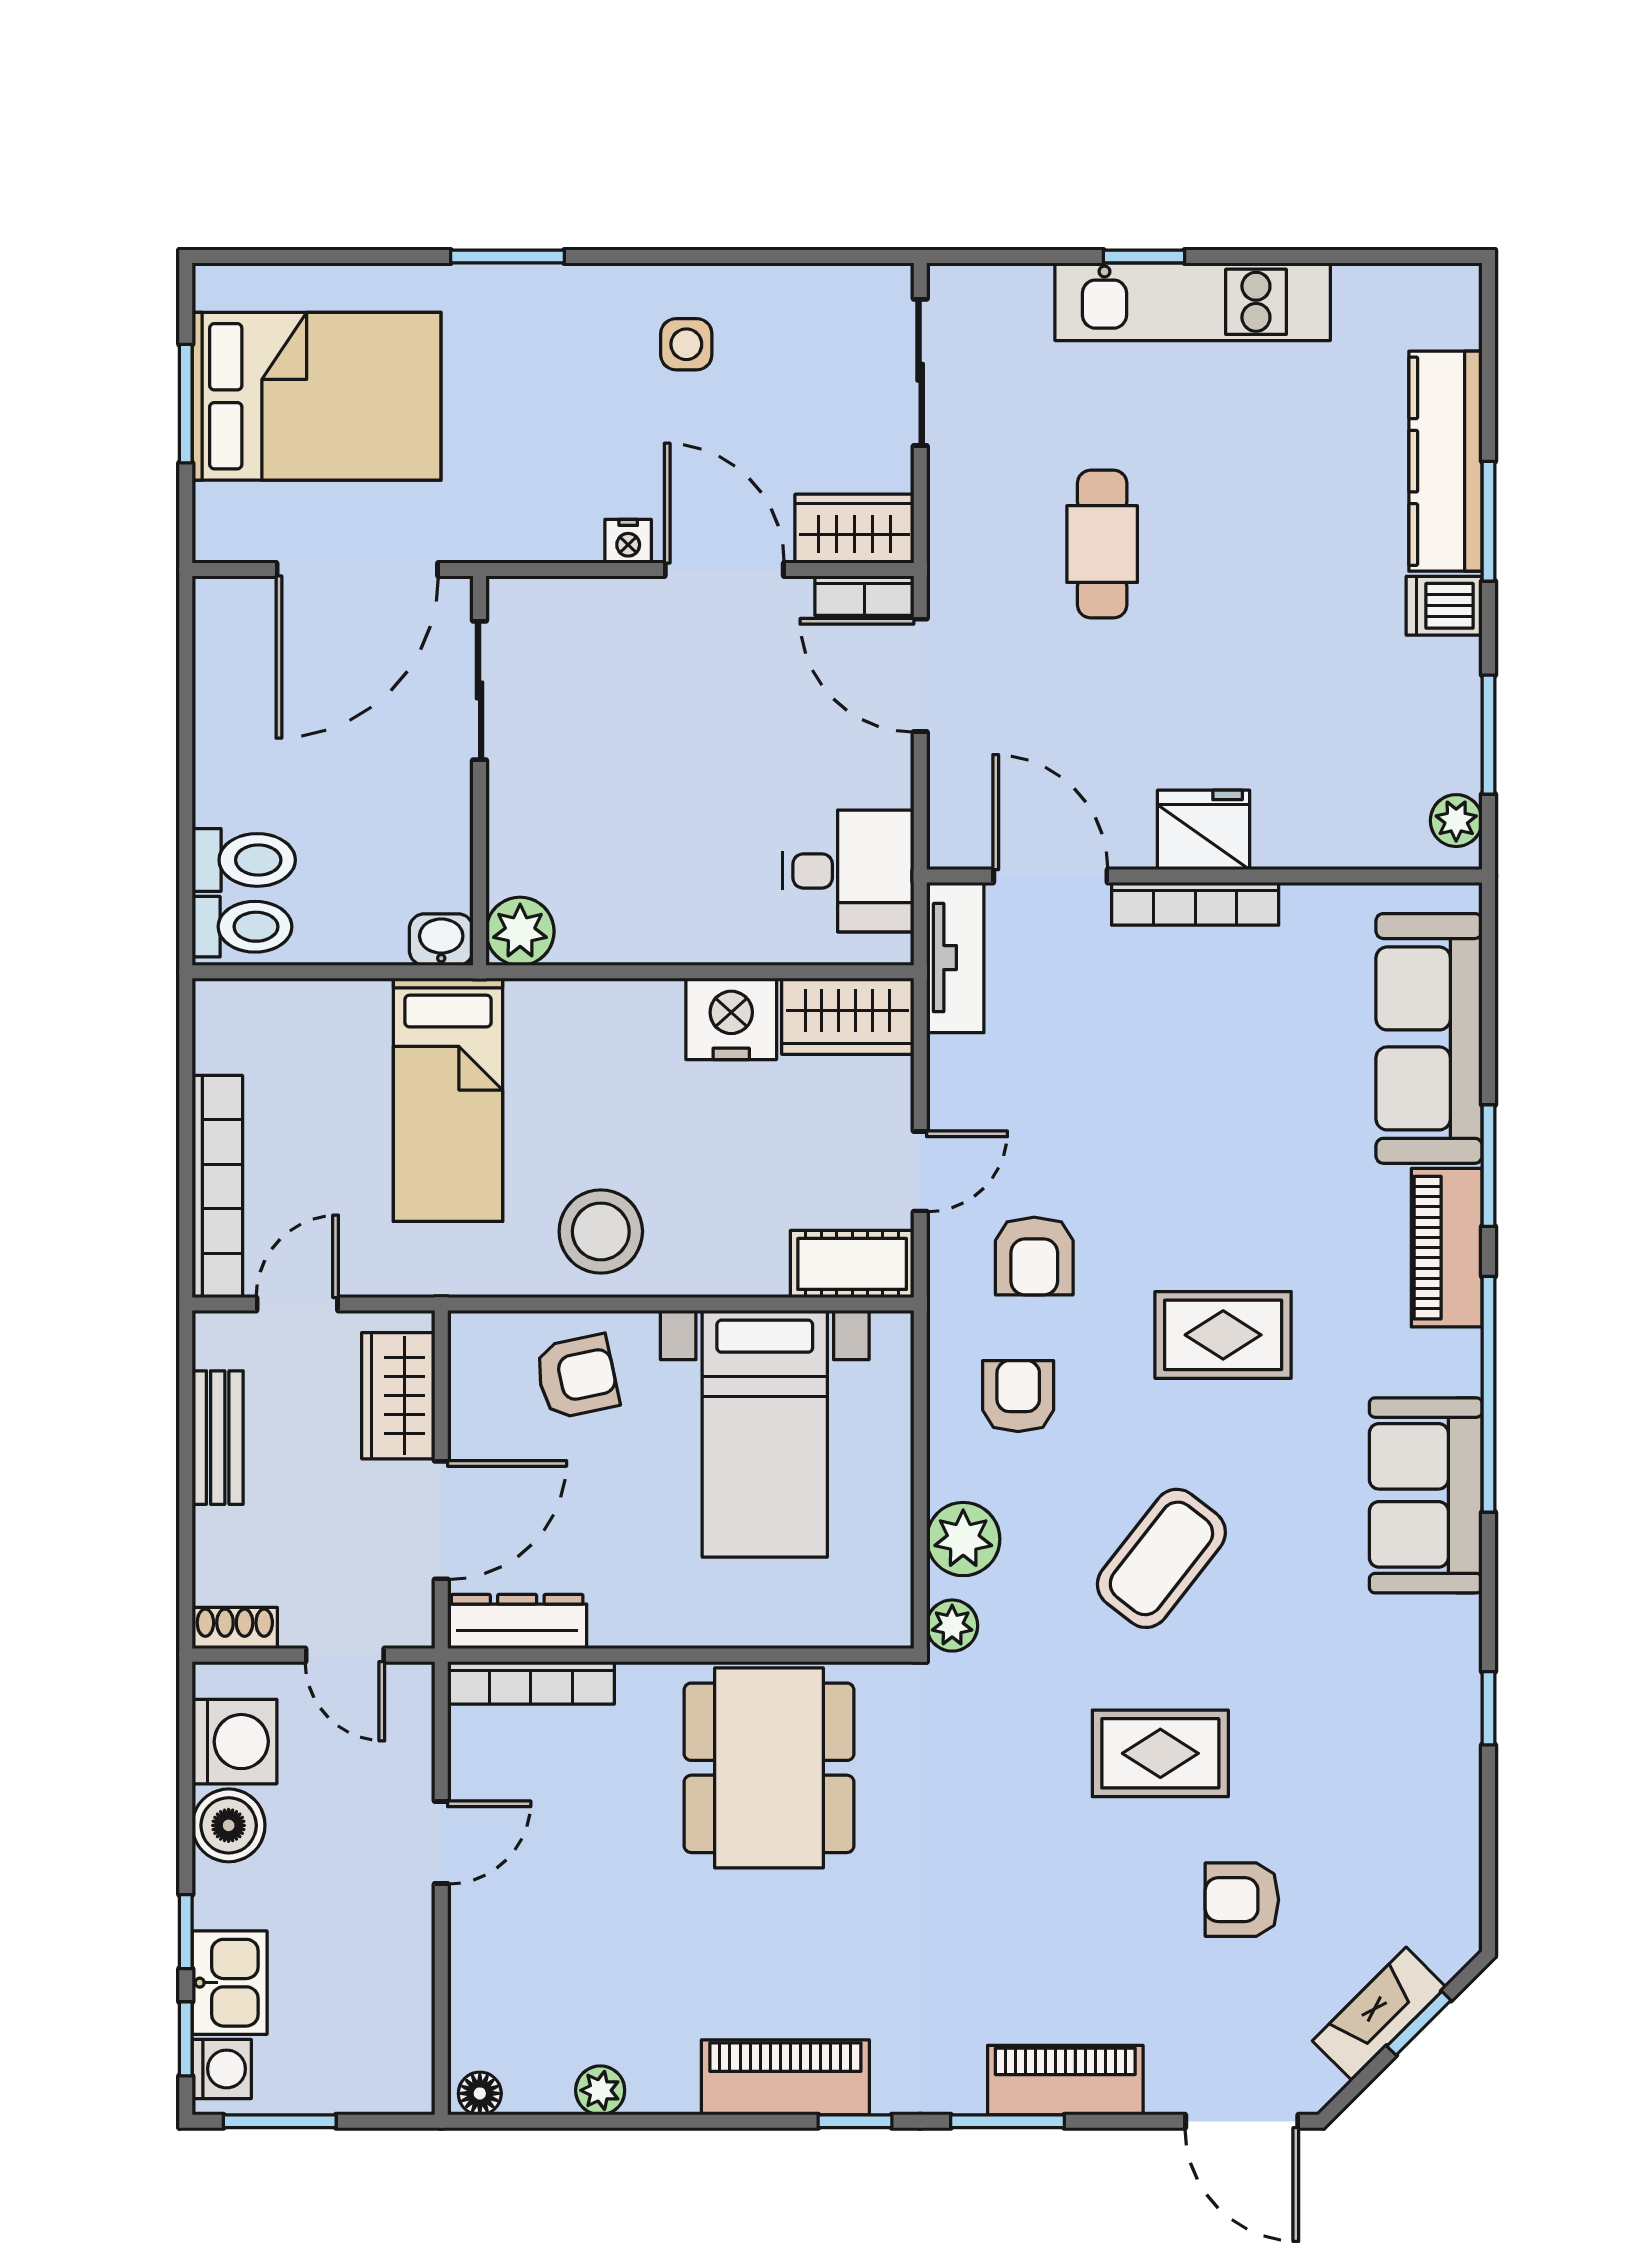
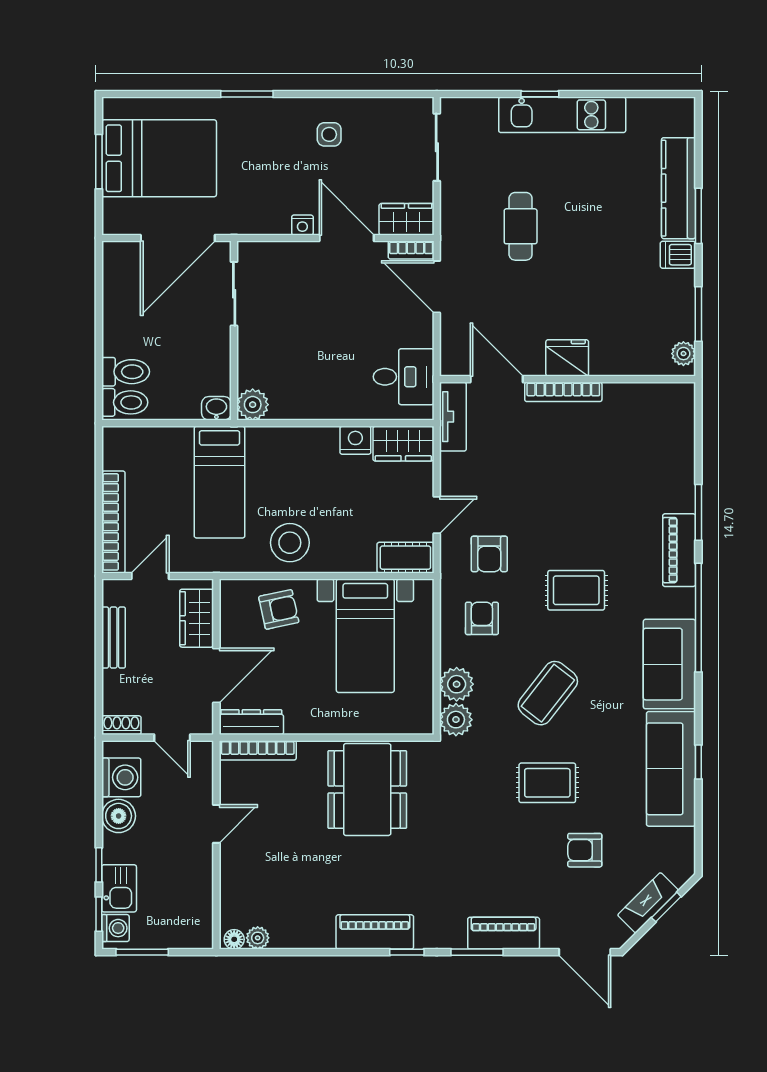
nightstand: (731, 1019) -> (355, 440), width x0.74, depth x0.75
sofa: (1429, 1038) -> (671, 769), moved
plant: (952, 1626) -> (456, 720), width x1.38, depth x1.38
plant: (600, 2090) -> (258, 938), moved

